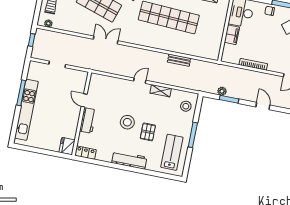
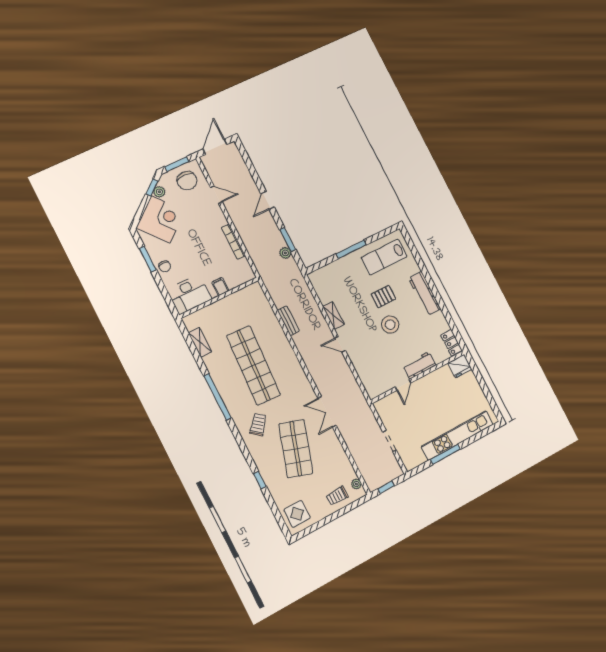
filing cabinet: (232, 35) -> (220, 287), width x0.50
stool: (186, 106) -> (329, 278), removed

